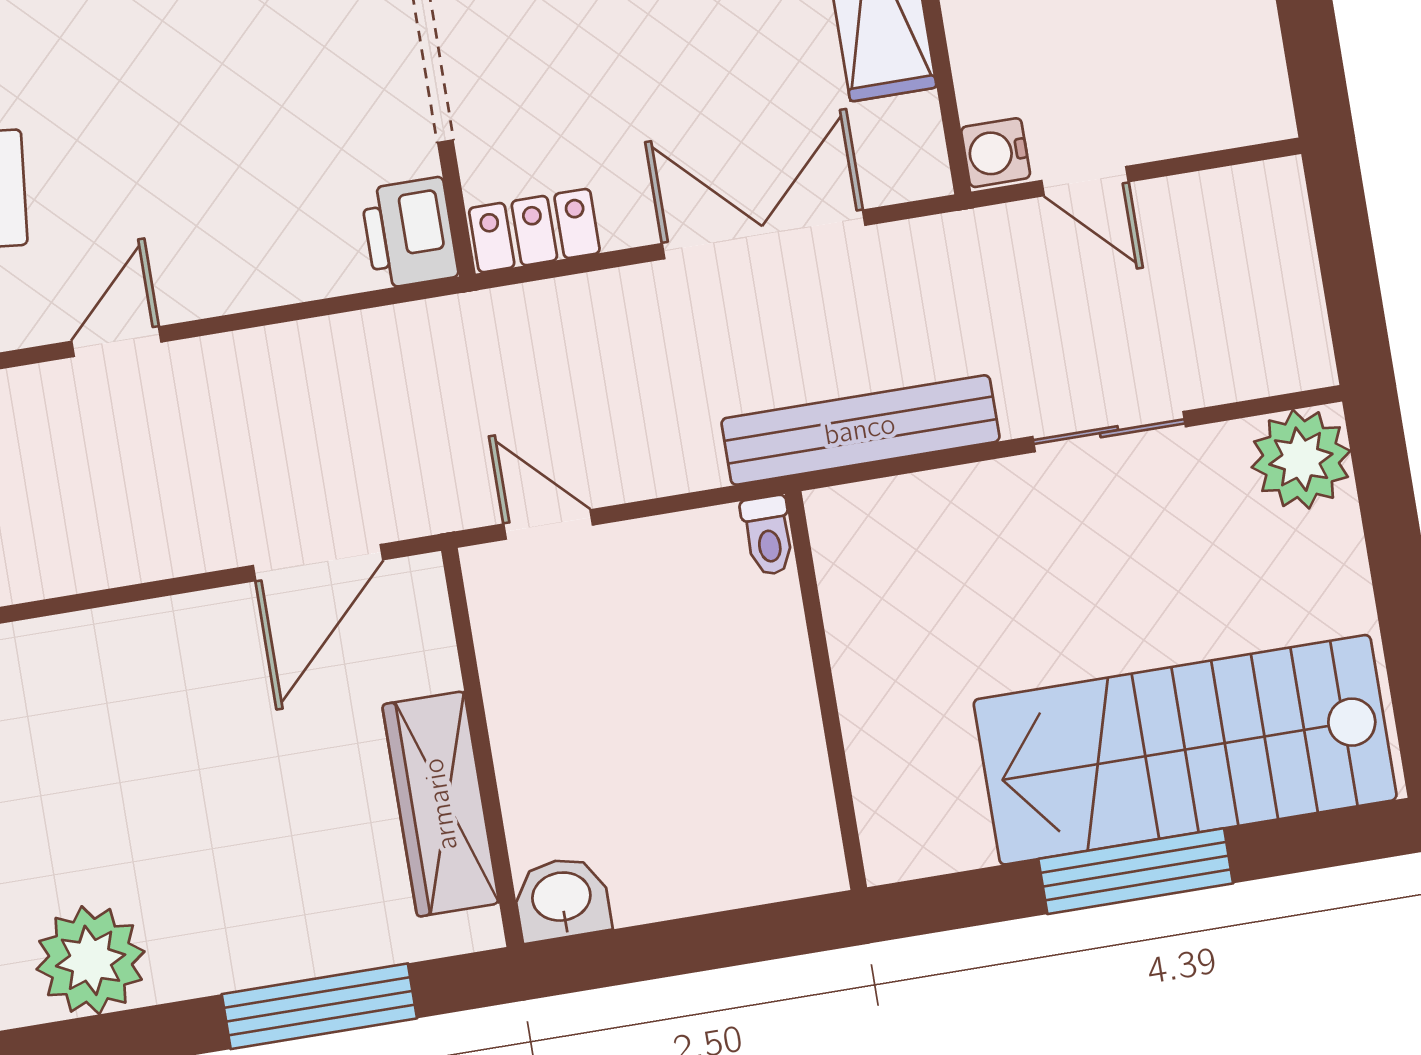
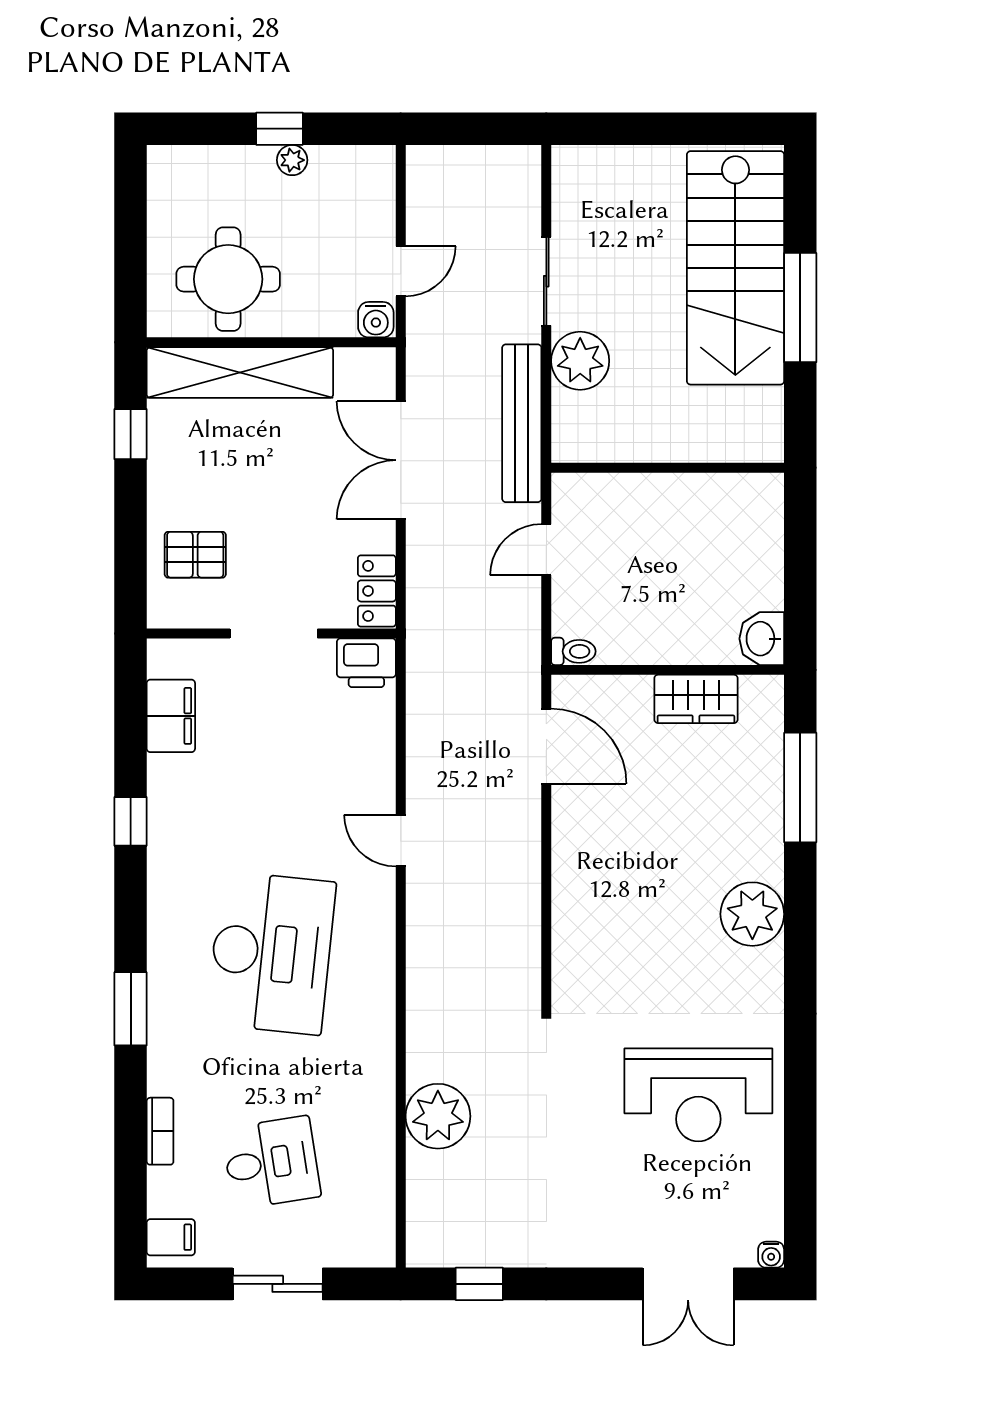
plant: (1301, 459) -> (580, 361), moved
door: (548, 525) -> (546, 550), moved
toilet: (768, 535) -> (573, 651), moved
wardrobe: (441, 804) -> (696, 699), width x0.67

